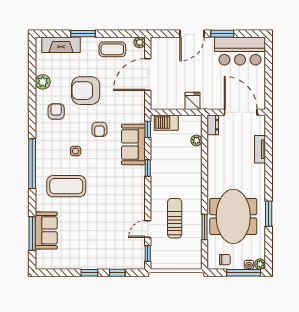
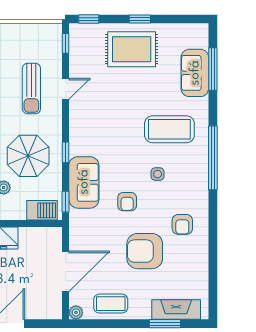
window: (83, 34) -> (165, 324), moved
plant: (43, 82) -> (199, 262), removed
armchair: (86, 91) -> (145, 251), turned 180
armchair: (99, 129) -> (127, 202), turned 180
parasol: (177, 165) -> (28, 156), added
door: (148, 229) -> (66, 89), moved
rug: (96, 249) -> (132, 49), added
window: (117, 273) -> (89, 19), moved

